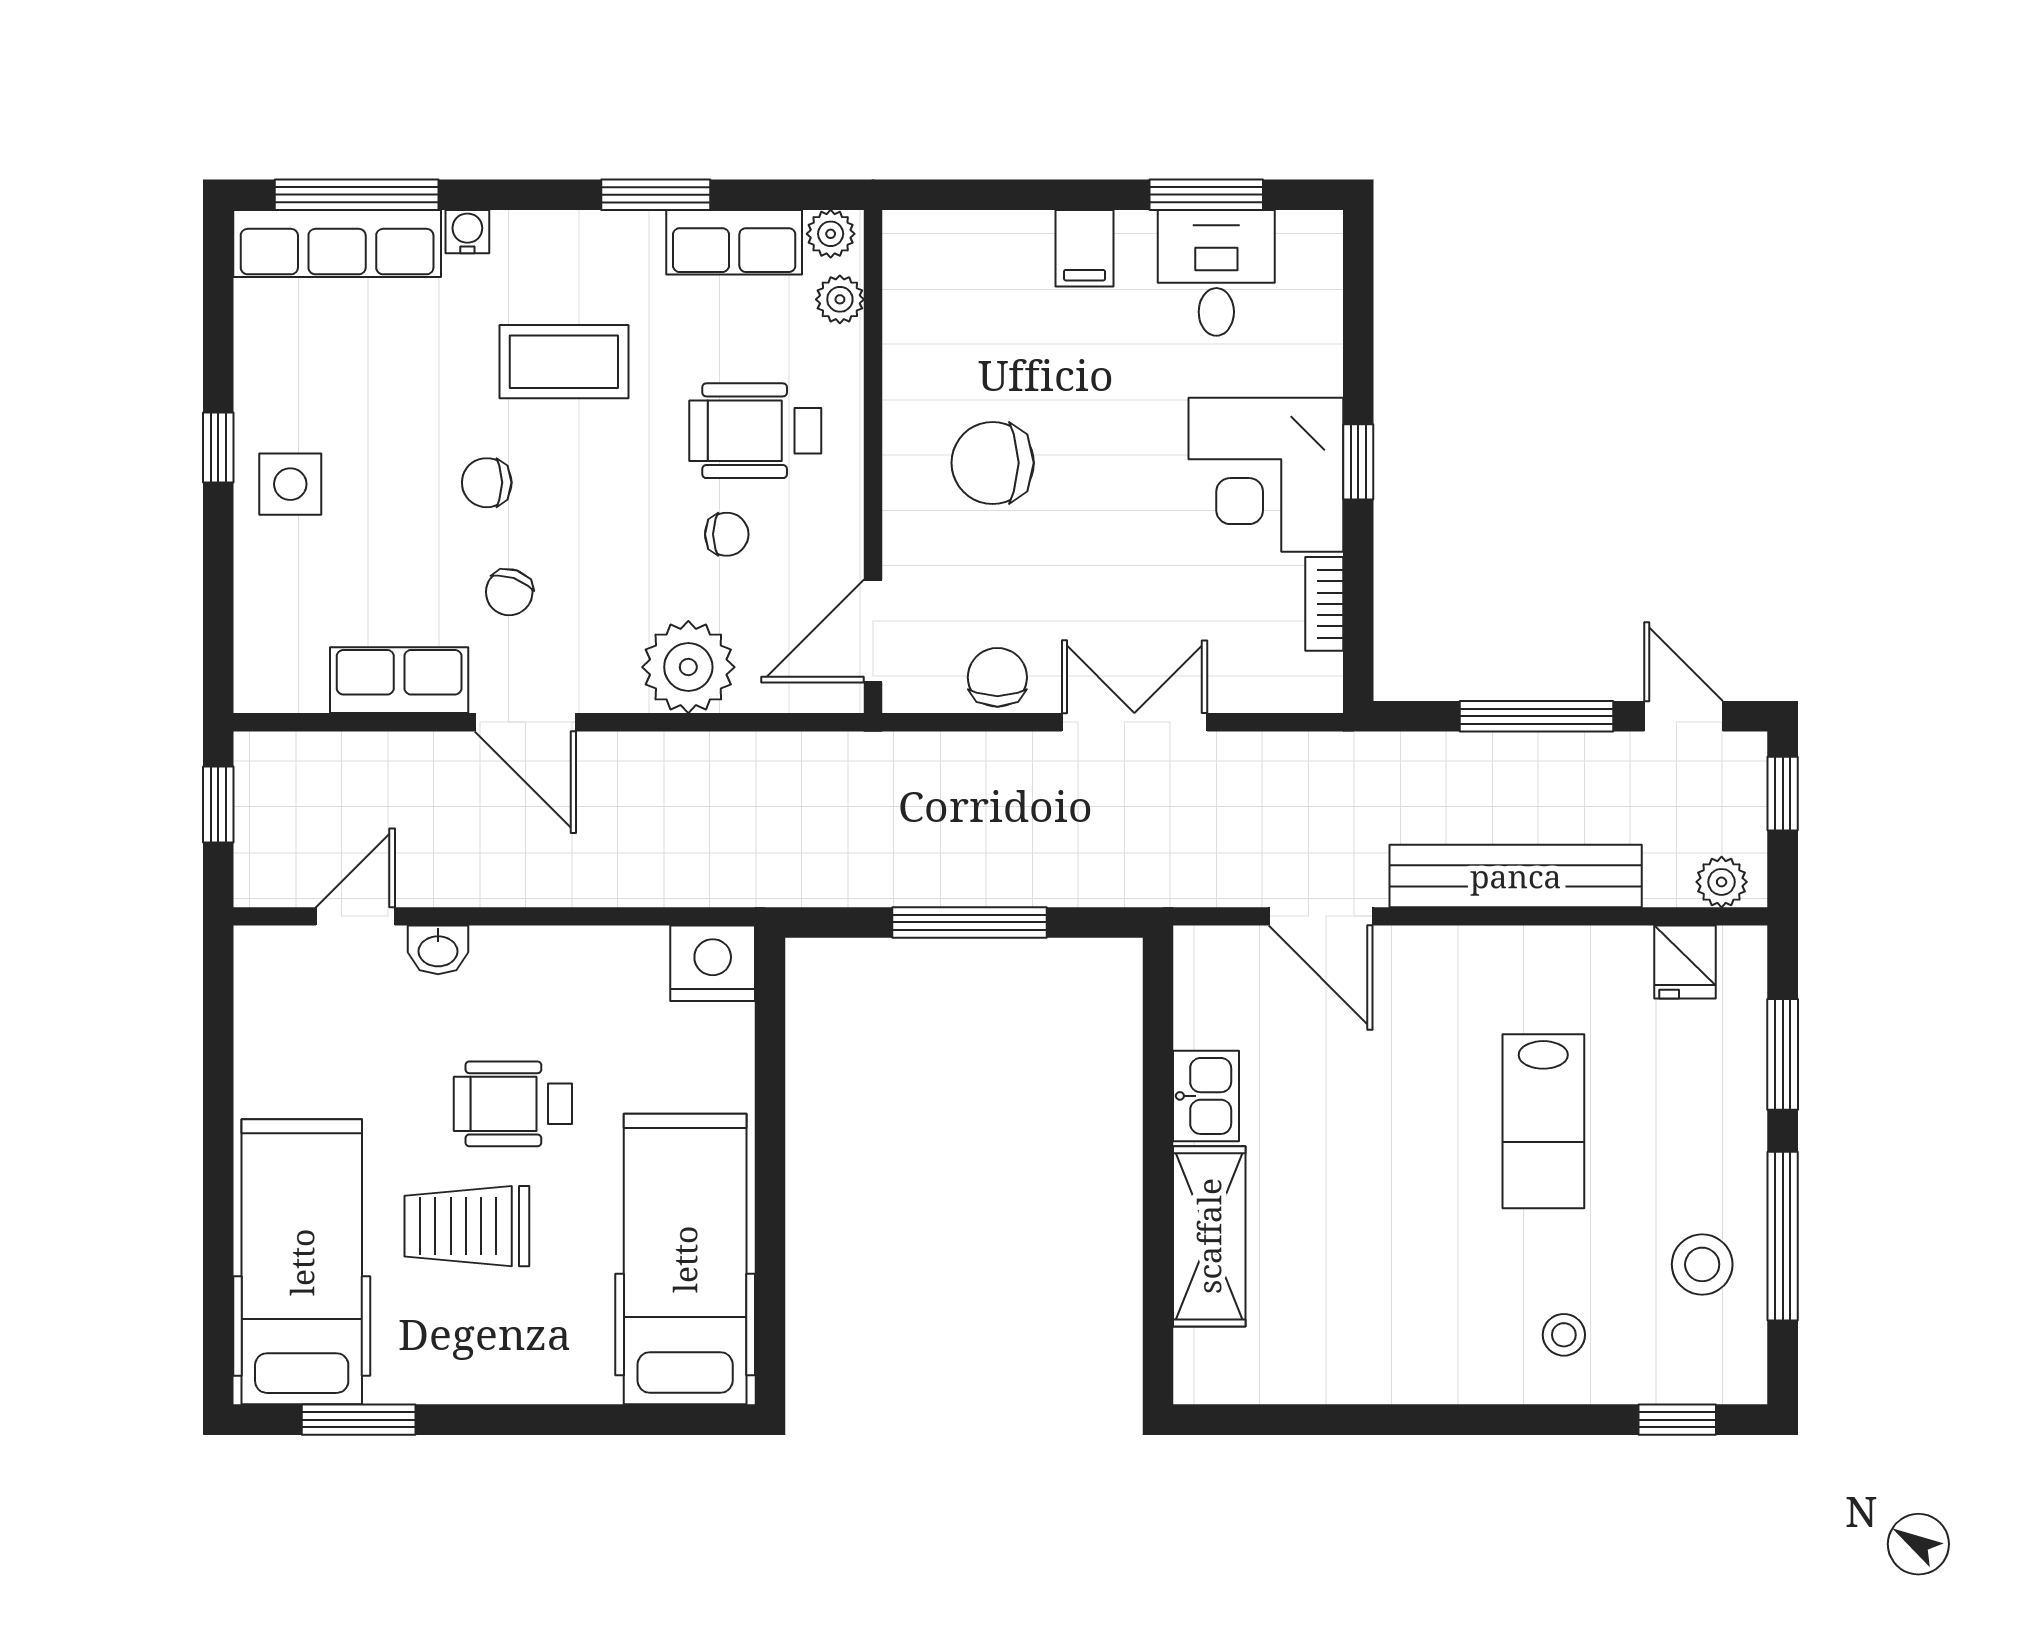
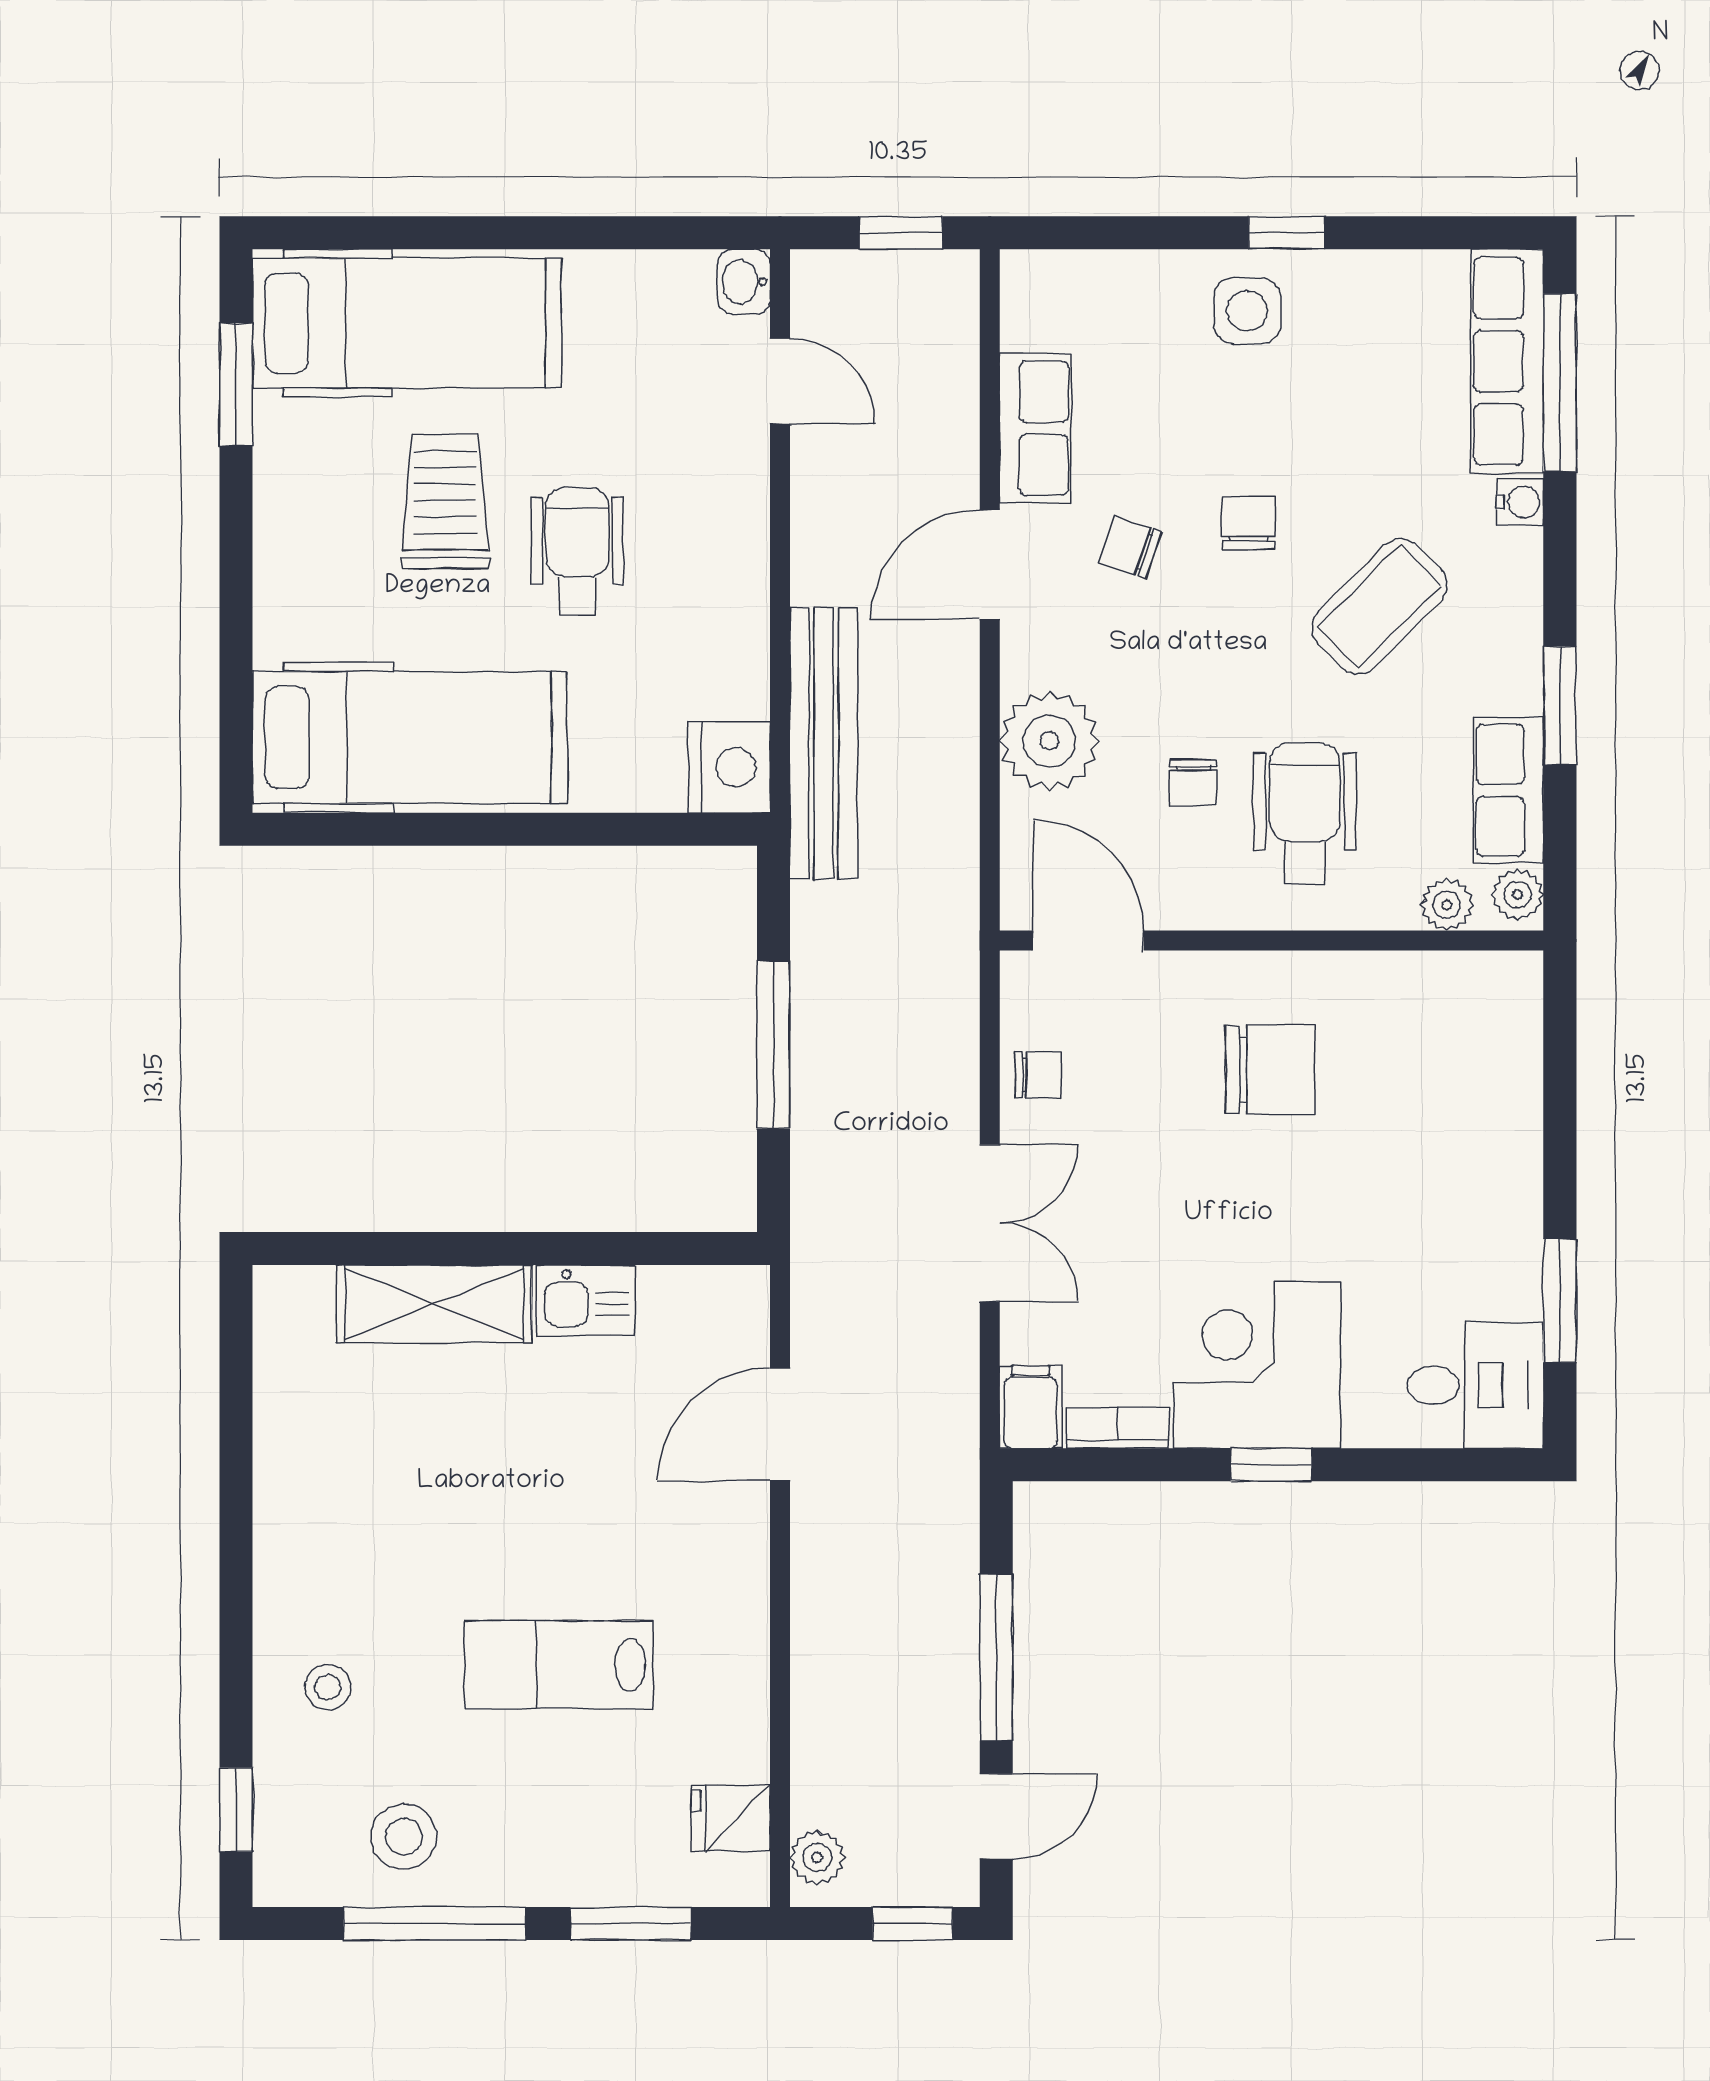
filing cabinet: (1085, 248) -> (1031, 1407), moved, turned 90
desk: (1216, 273) -> (1475, 1385), moved
coffee table: (564, 362) -> (1379, 607), turned 45
chair: (993, 463) -> (1270, 1070), turned 90
chair: (997, 677) -> (1038, 1075), width x0.73, depth x0.73
bench: (1516, 876) -> (824, 744), moved
washbasin: (438, 950) -> (744, 282), moved

